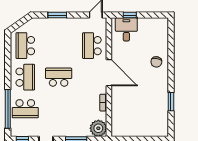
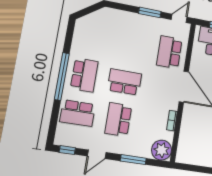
window: (57, 15) -> (150, 12), moved
school desk: (25, 46) -> (118, 119), moved
window: (8, 109) -> (62, 76), moved

